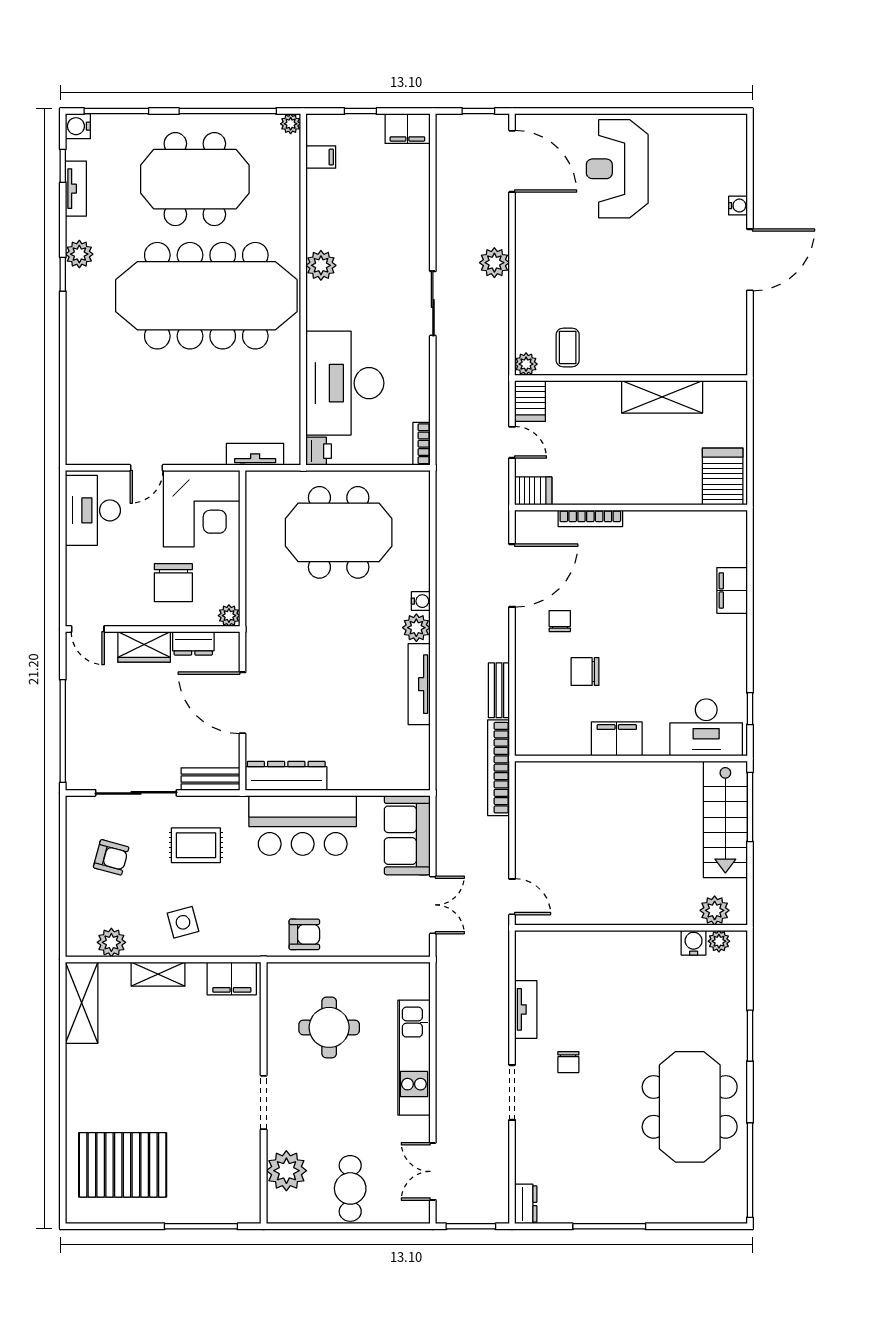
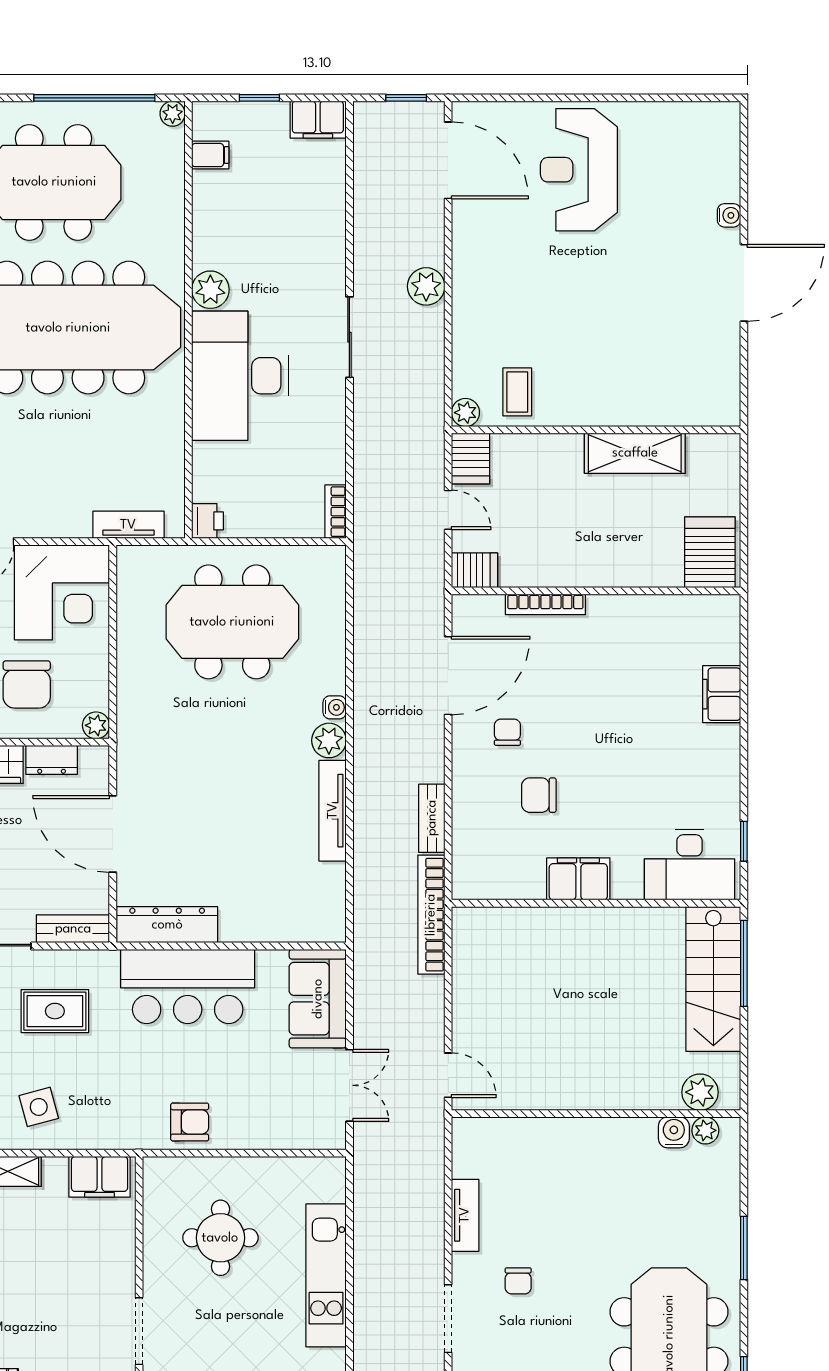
desk: (345, 383) -> (240, 376), moved

